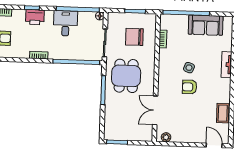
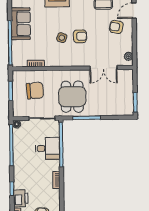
printer: (35, 17) -> (21, 198), moved
desk: (65, 23) -> (47, 148), moved, turned 180
chair: (134, 37) -> (35, 91), turned -94
dining table: (126, 76) -> (72, 97), turned 90
armchair: (190, 87) -> (80, 36), turned -90
armchair: (198, 126) -> (116, 27), added

